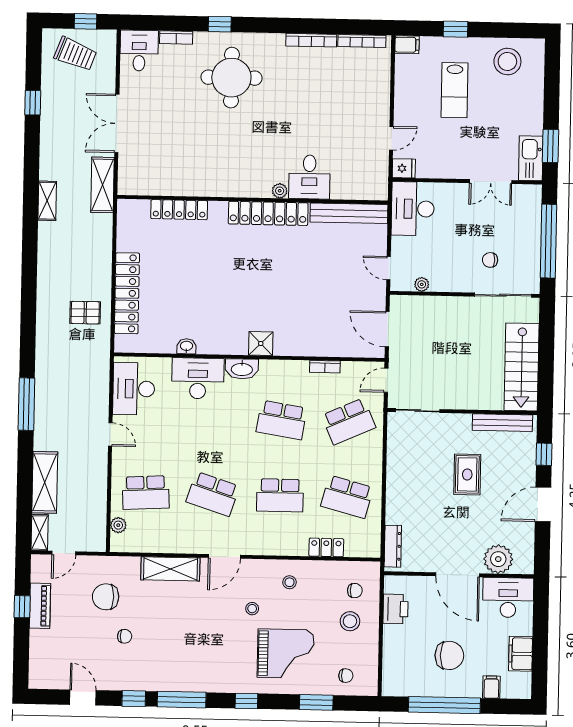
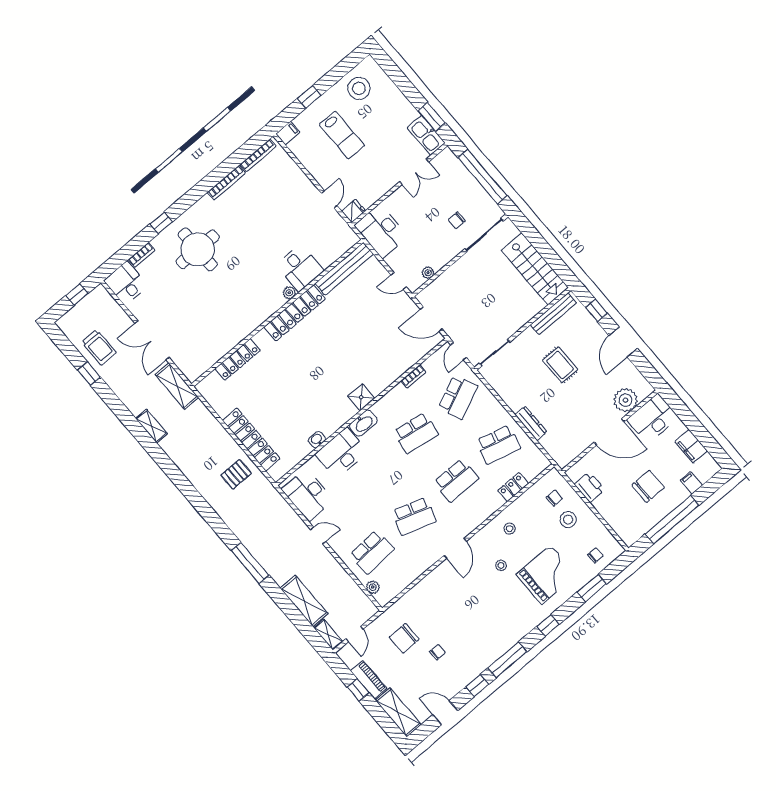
trolley: (75, 54) -> (99, 347), moved, turned 69
dresser: (393, 546) -> (531, 423), moved
shelving: (170, 569) -> (398, 712), moved, turned 90

